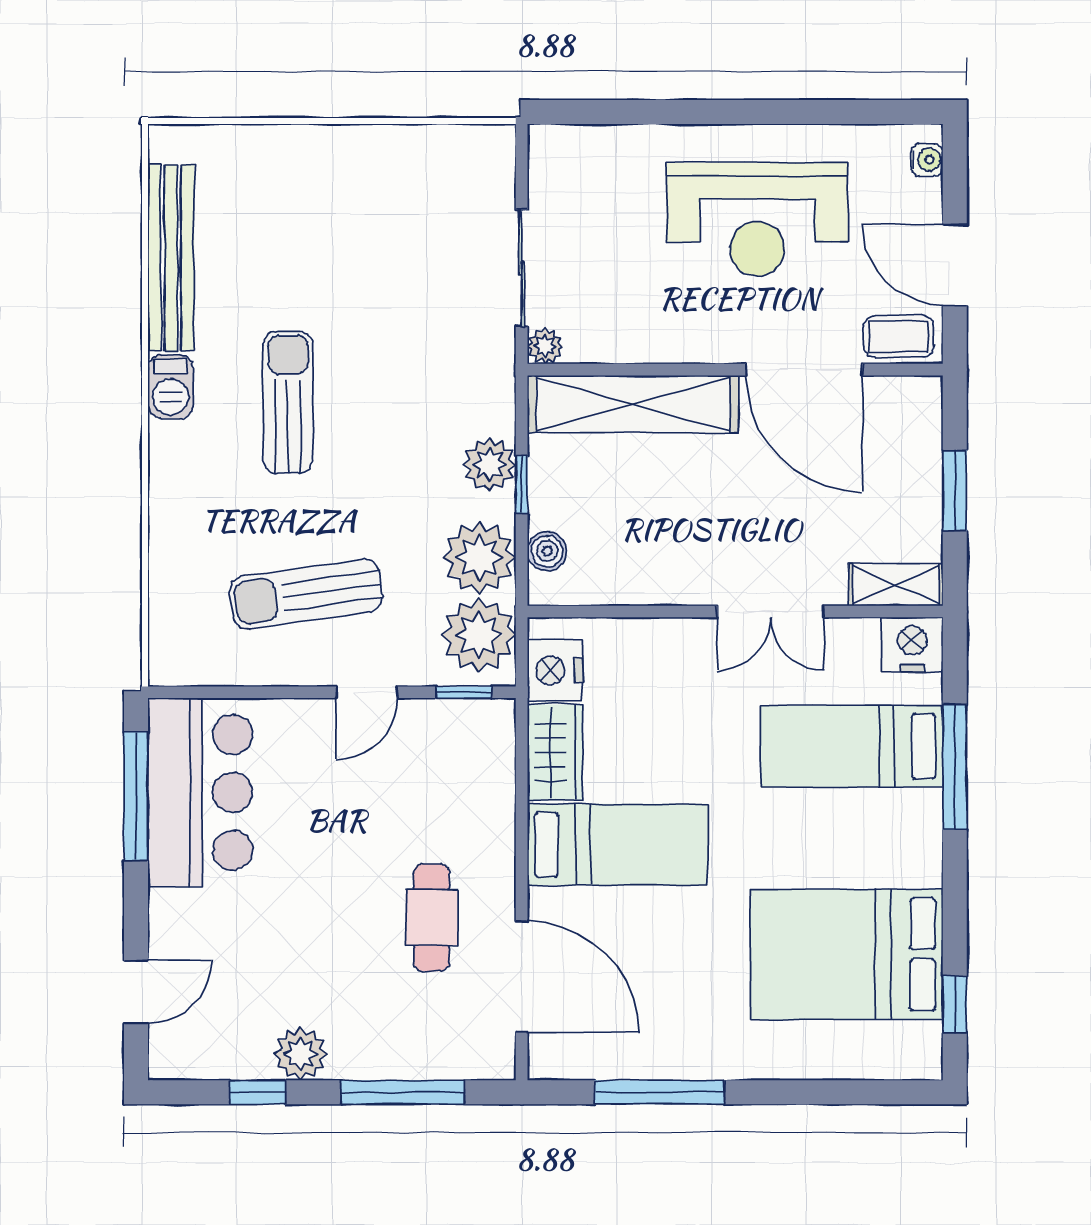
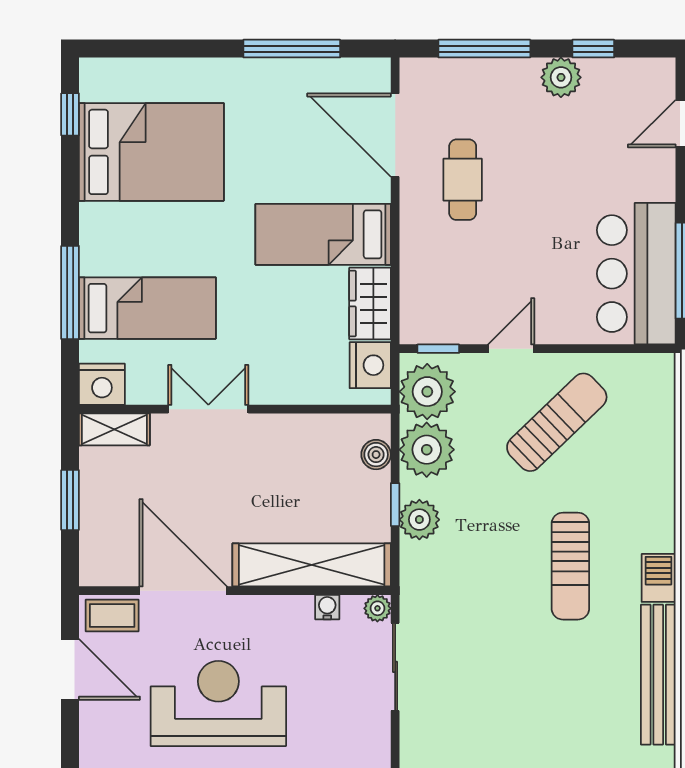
water cooler: (927, 160) -> (327, 607), moved, turned 90
sun lounger: (306, 594) -> (557, 422), turned -36

